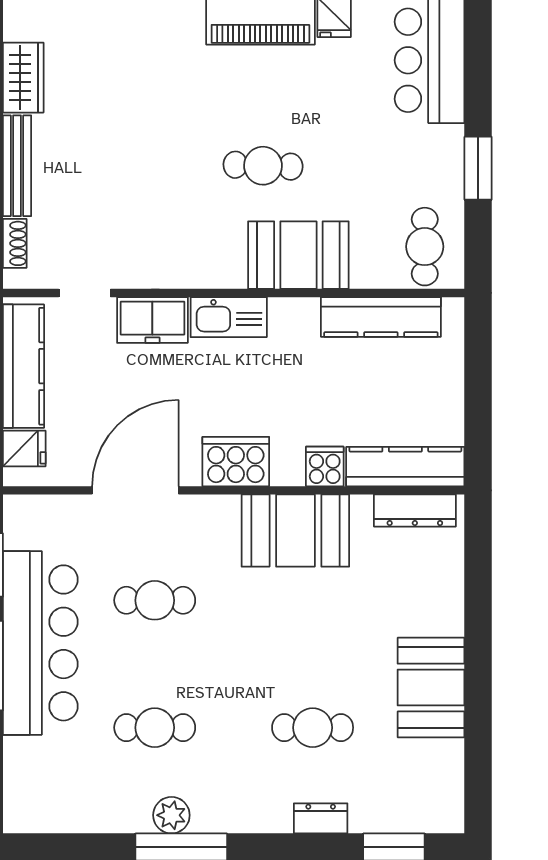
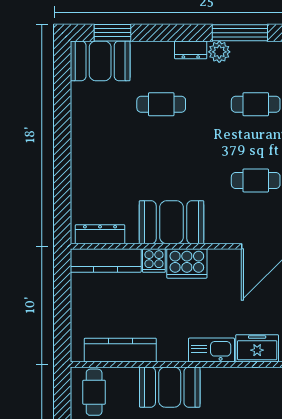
cooker: (236, 462) -> (187, 263), moved
booth: (431, 688) -> (100, 61), moved, turned 90
plant: (171, 815) -> (219, 52), moved
dresser: (321, 818) -> (191, 50), moved

